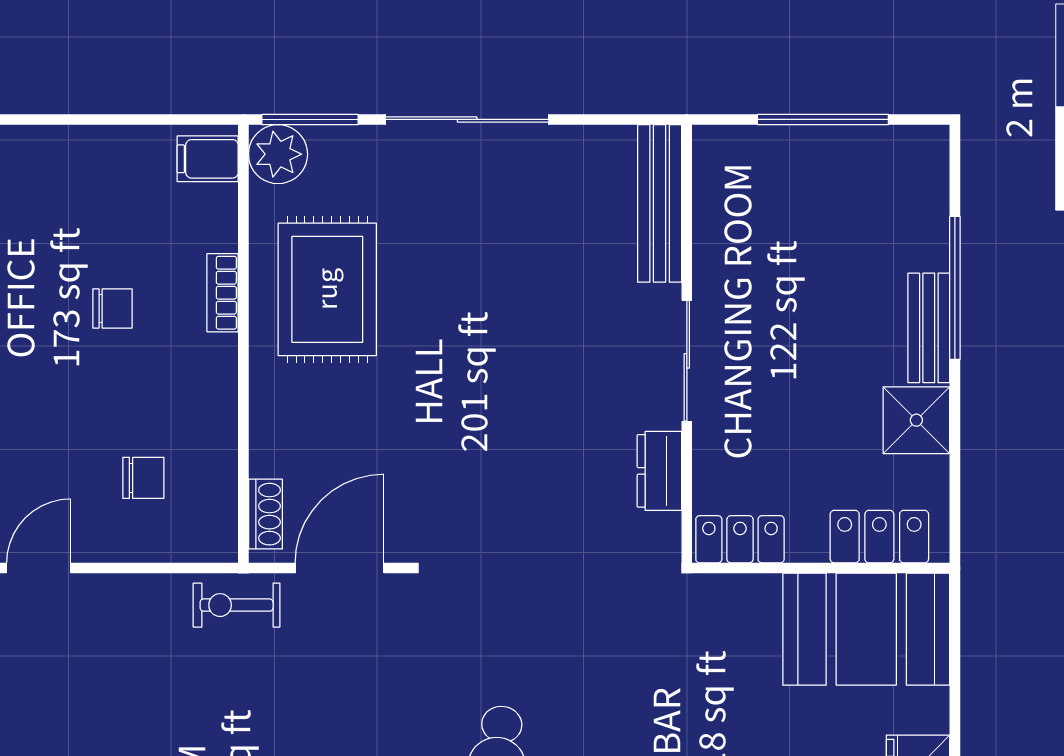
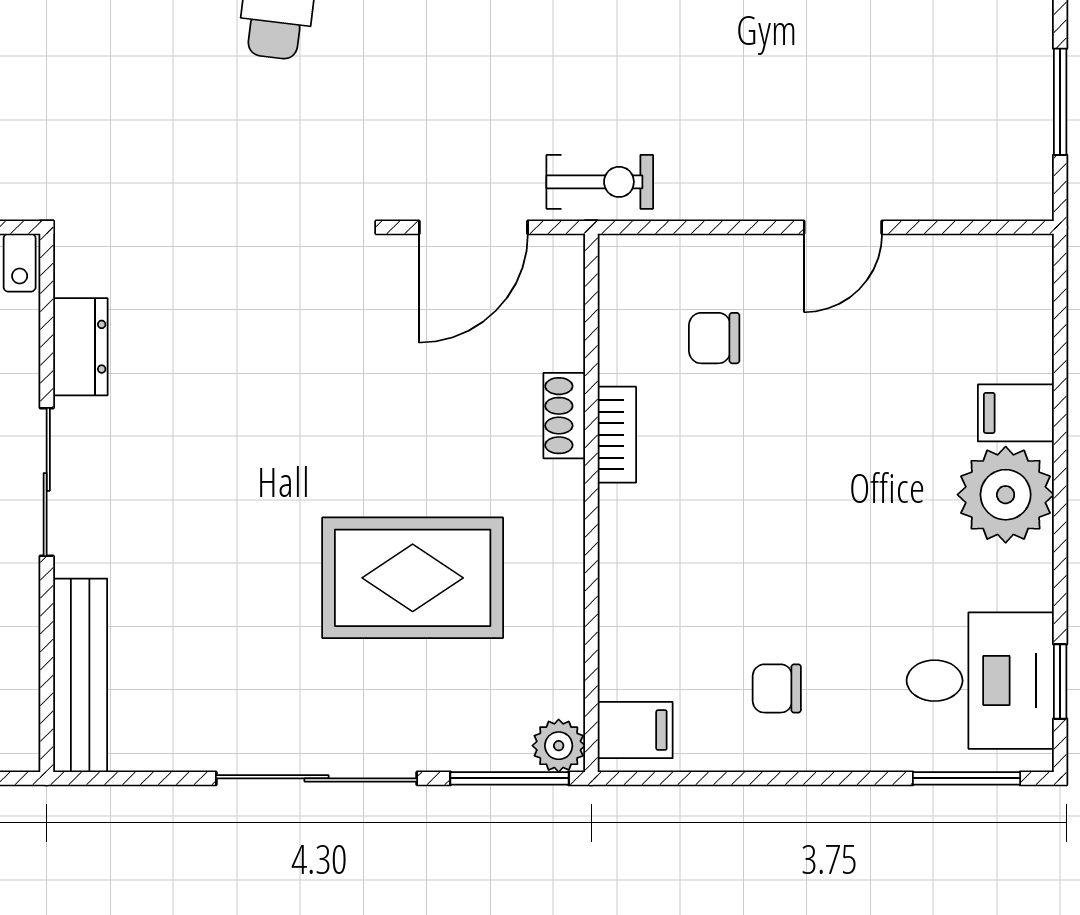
plant: (278, 154) -> (559, 746), width x0.73, depth x0.73
rug: (327, 289) -> (413, 578), moved, turned 90
bookcase: (223, 293) -> (617, 435), moved
chair: (112, 309) -> (777, 688), moved
shoe rack: (265, 514) -> (564, 416), moved

